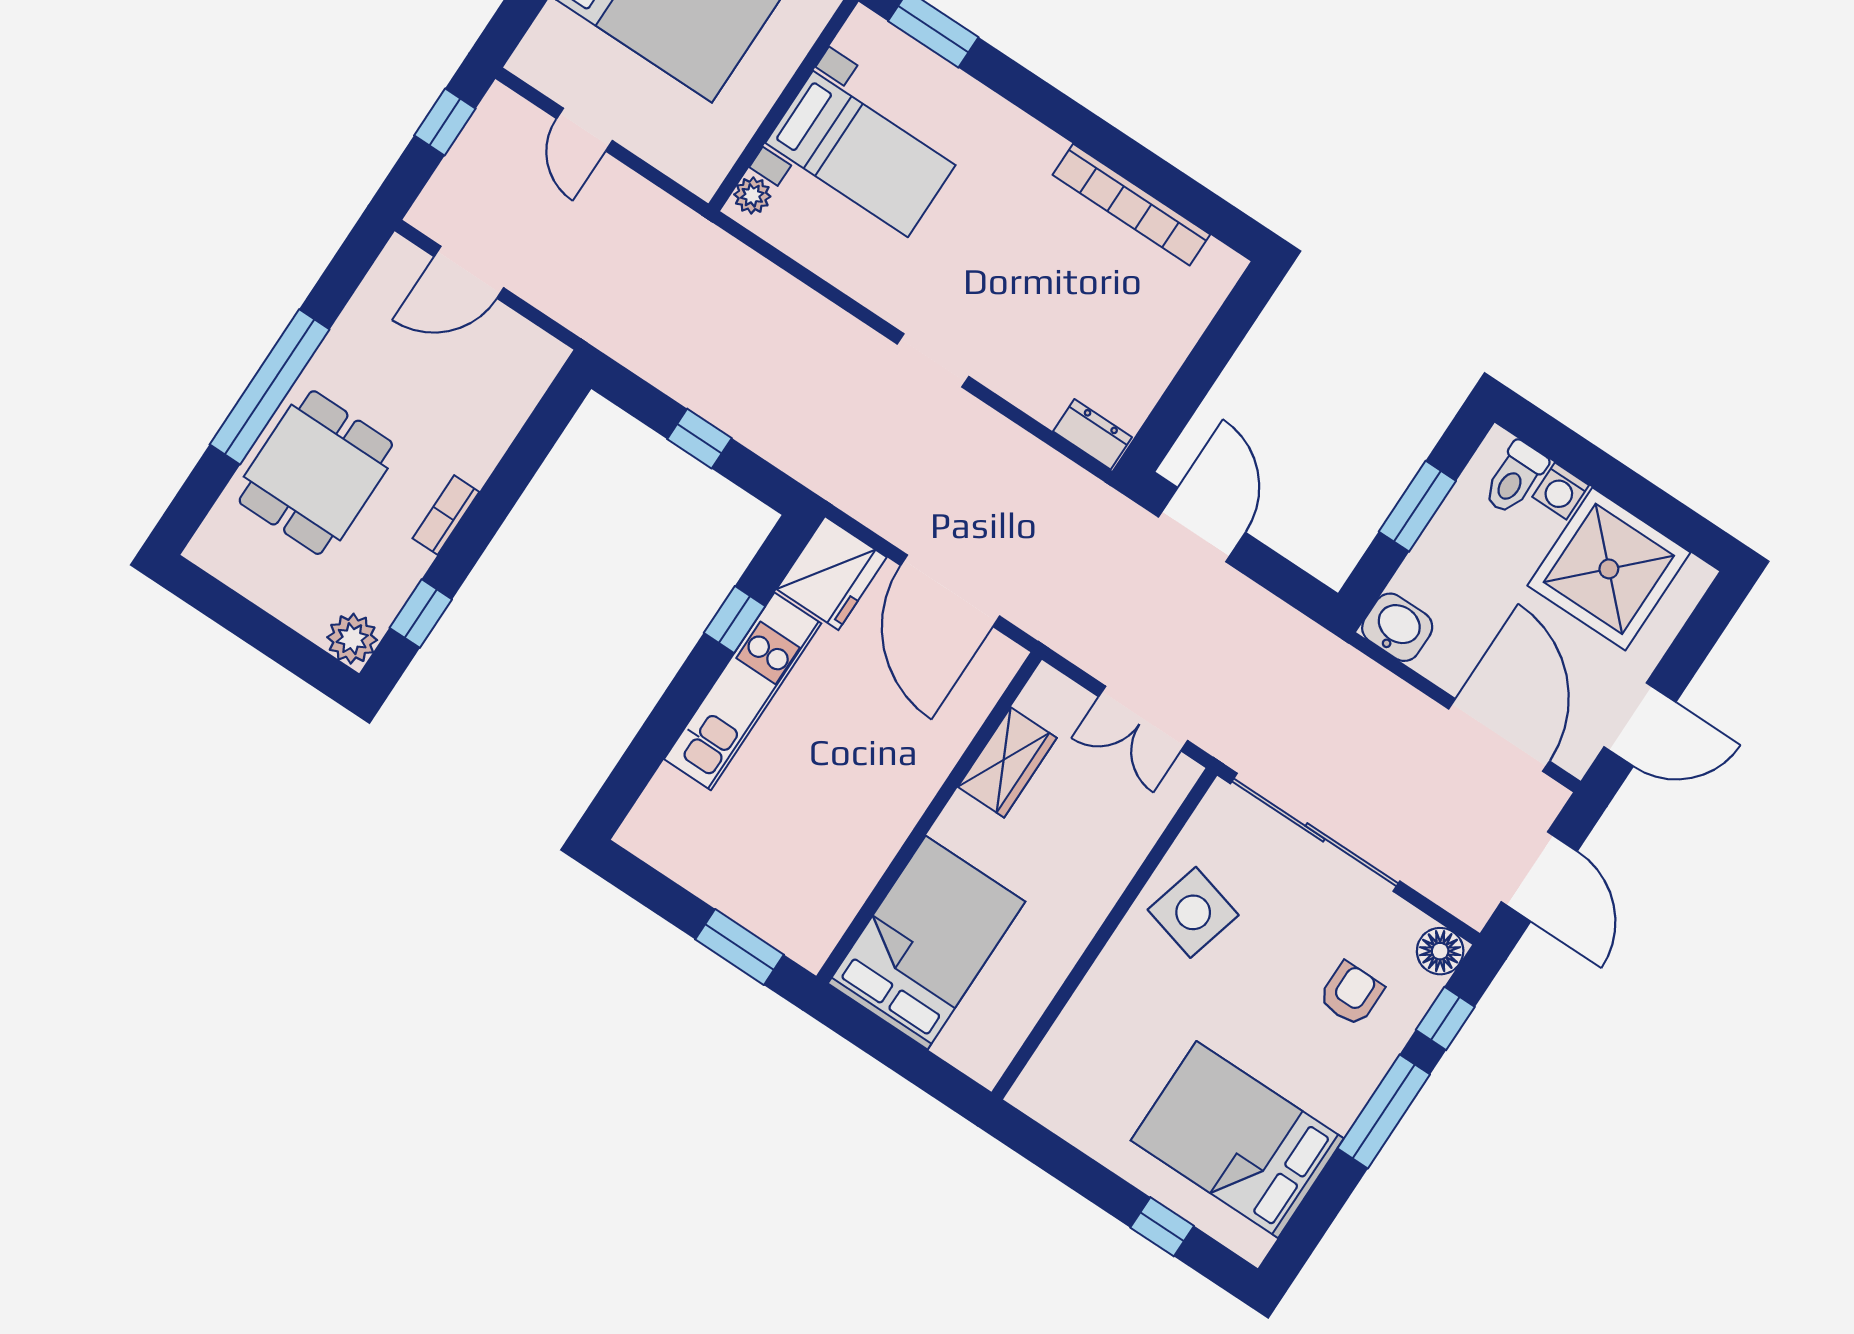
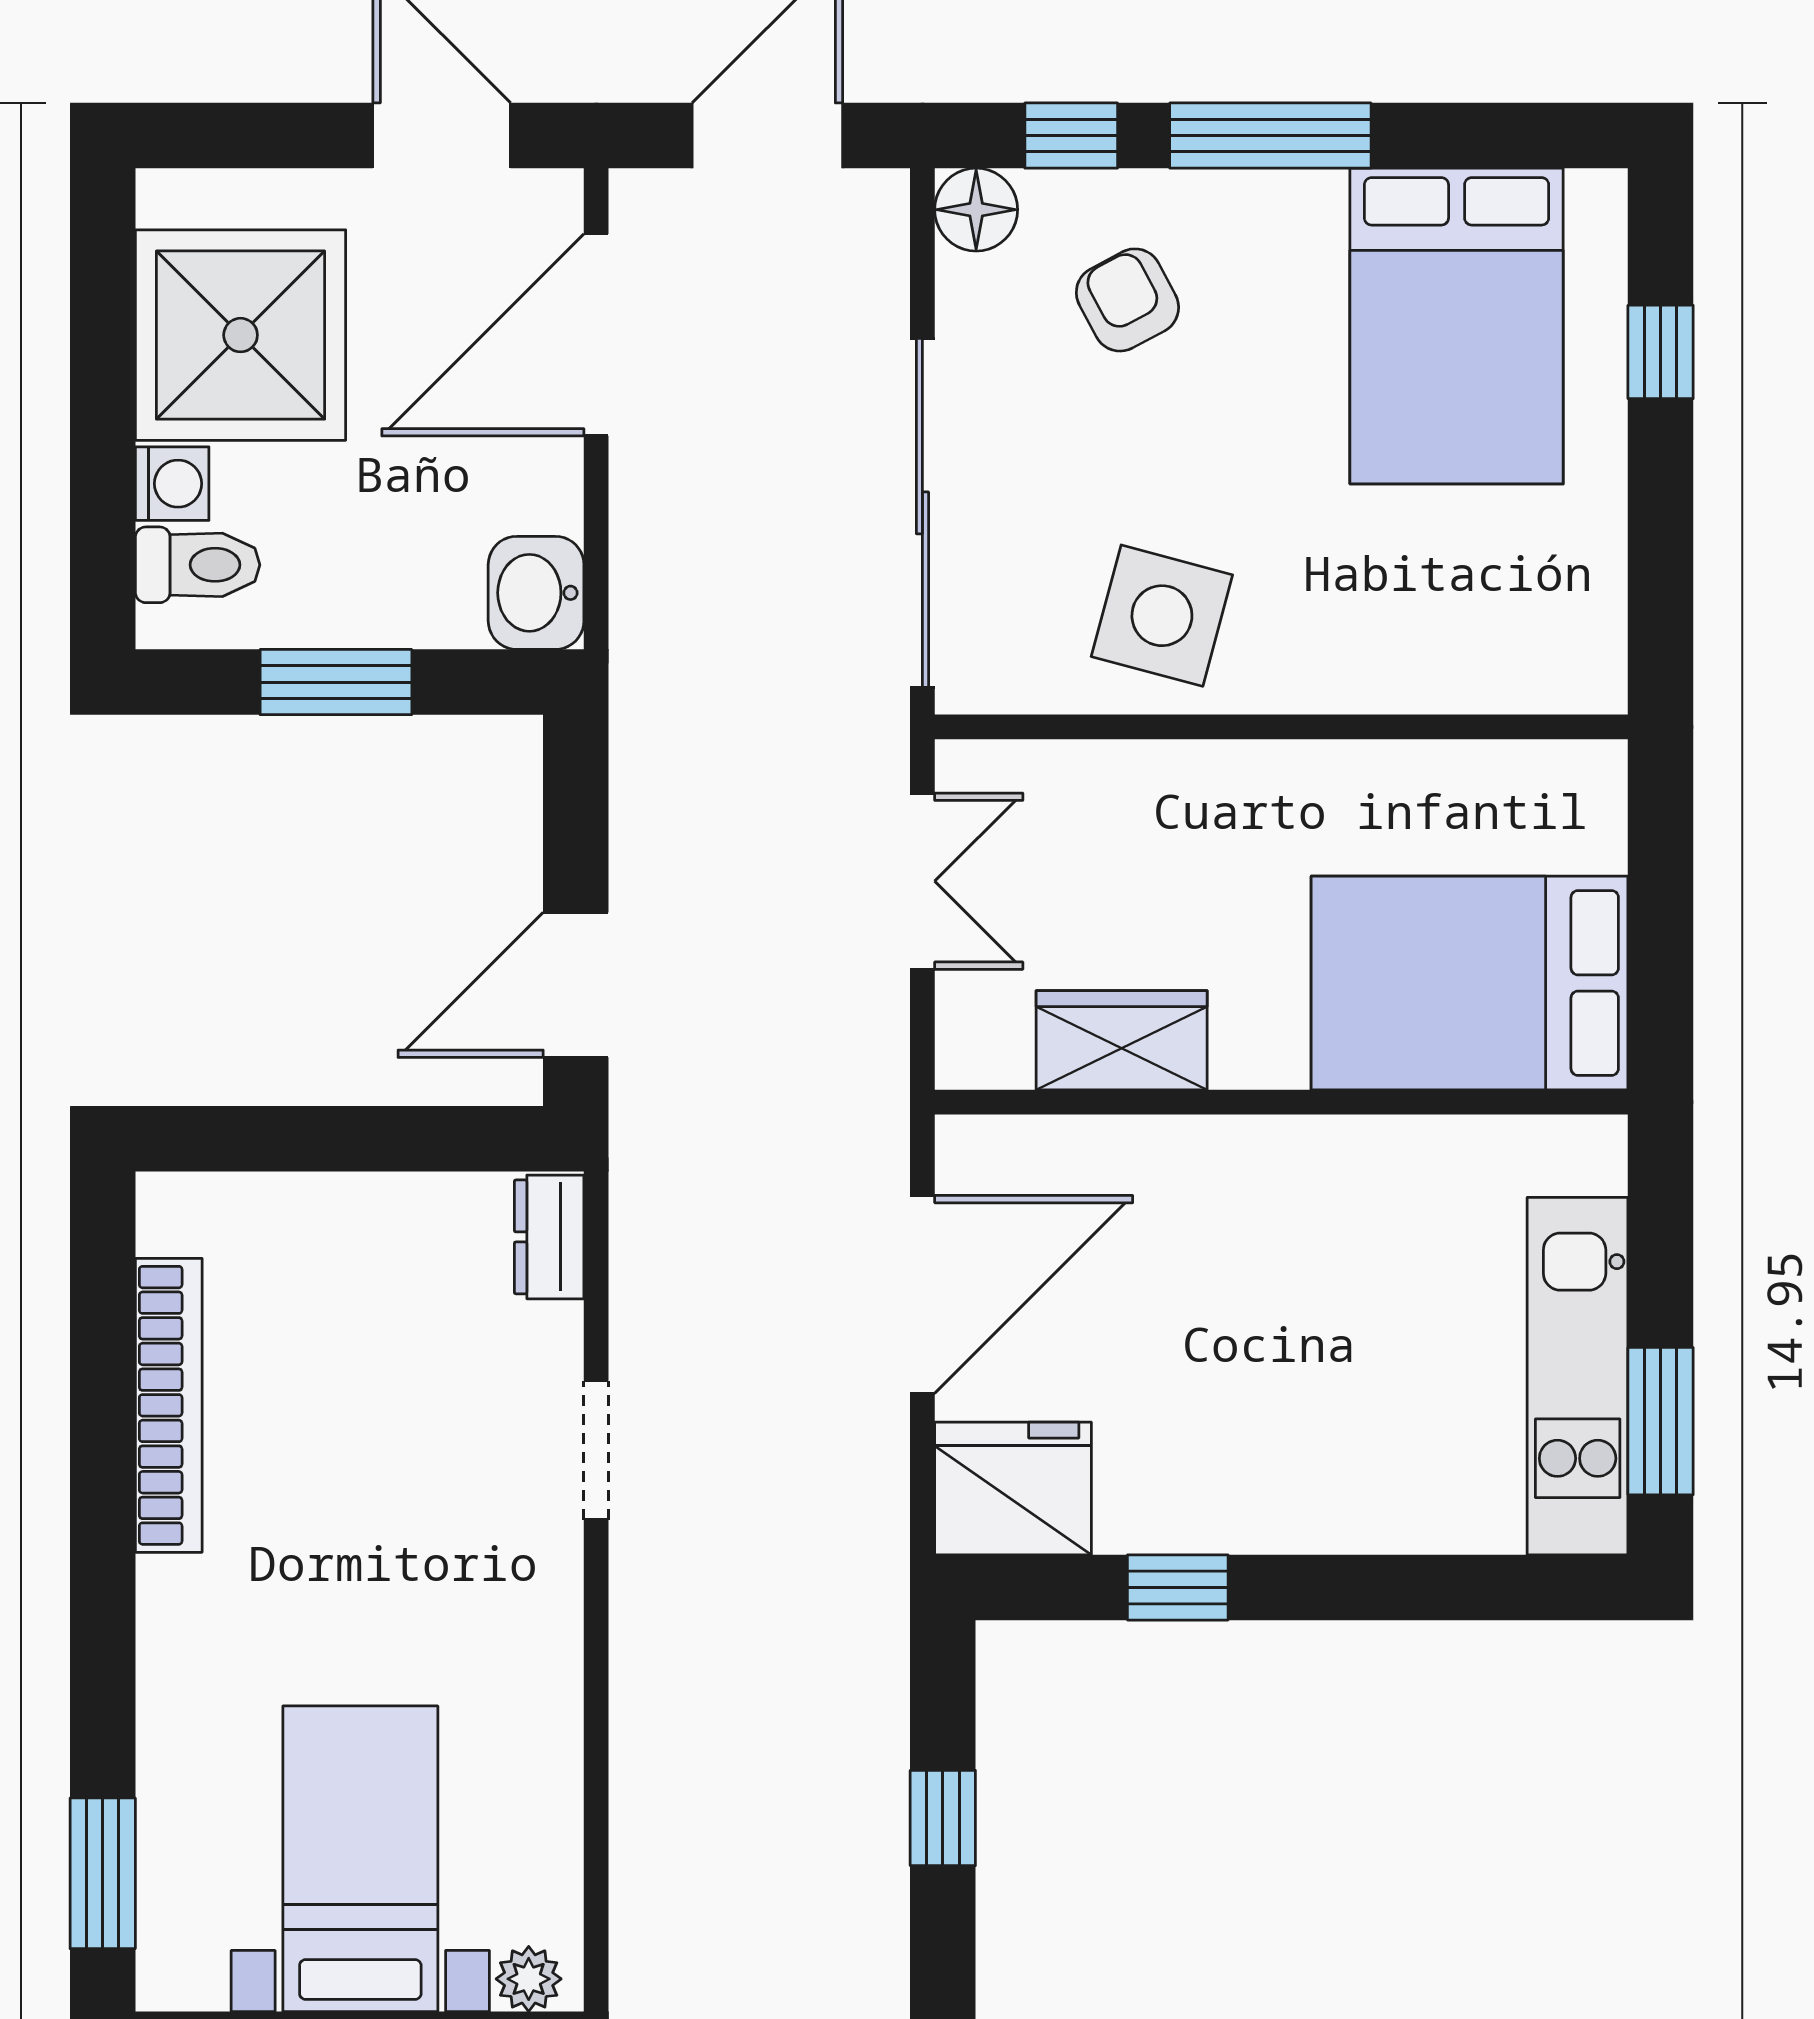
doorway: (933, 360) -> (596, 1450), moved
kitchen unit: (743, 691) -> (1578, 1376), moved, turned -90
window: (739, 947) -> (1661, 1421), moved
armchair: (1351, 994) -> (1127, 300), turned 62

